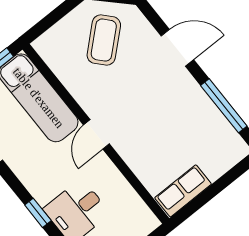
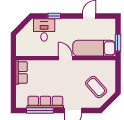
row of seats: (201, 108) -> (45, 102), added

